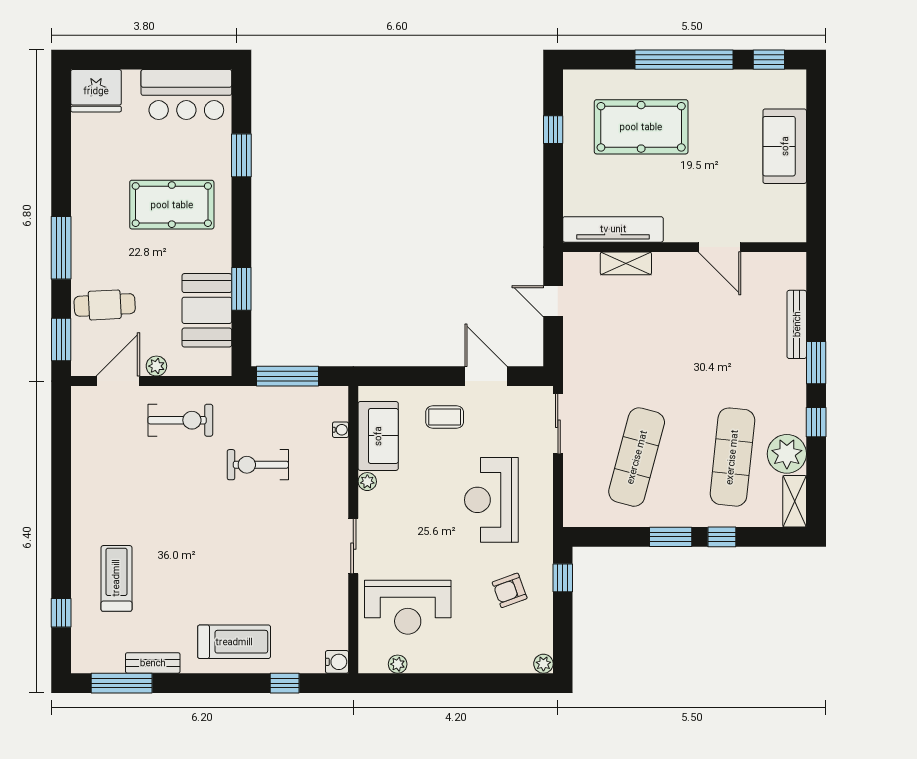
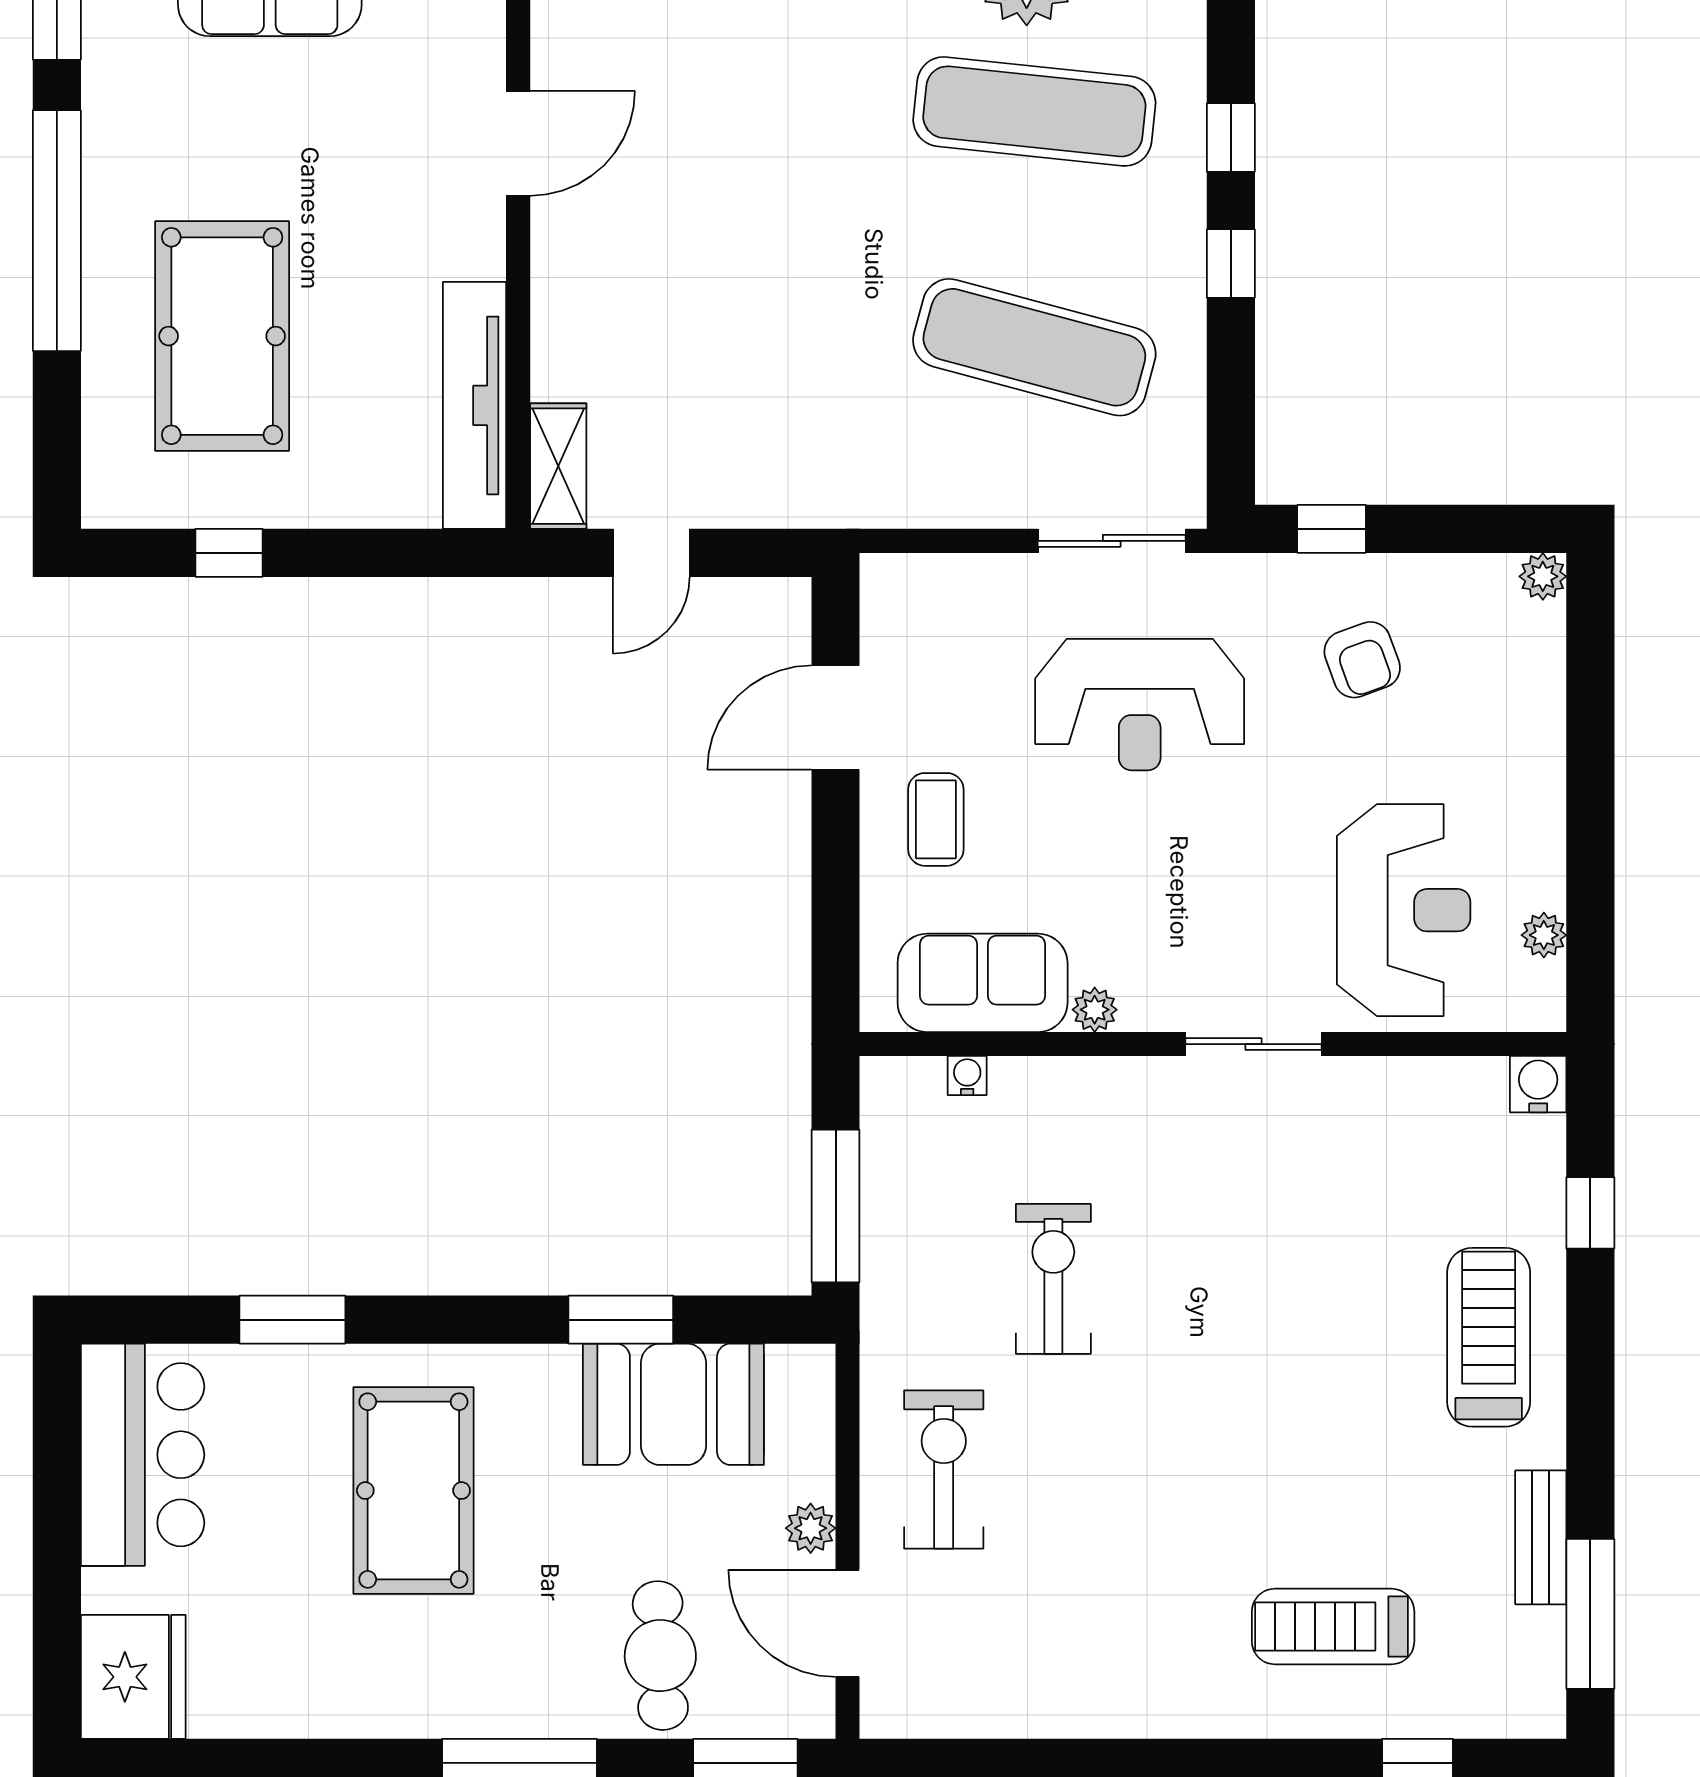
shelving: (626, 263) -> (558, 466), moved
sliding door: (558, 424) -> (1112, 541), moved
exercise bike: (258, 465) -> (1053, 1279), turned 180
window: (671, 537) -> (1231, 263), width x0.67

